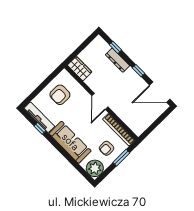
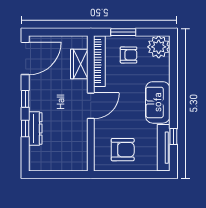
window: (115, 47) -> (25, 128), moved
wardrobe: (80, 69) -> (79, 64), moved
door: (160, 92) -> (25, 58), hinge flipped
sofa: (70, 142) -> (158, 102), width x0.73

